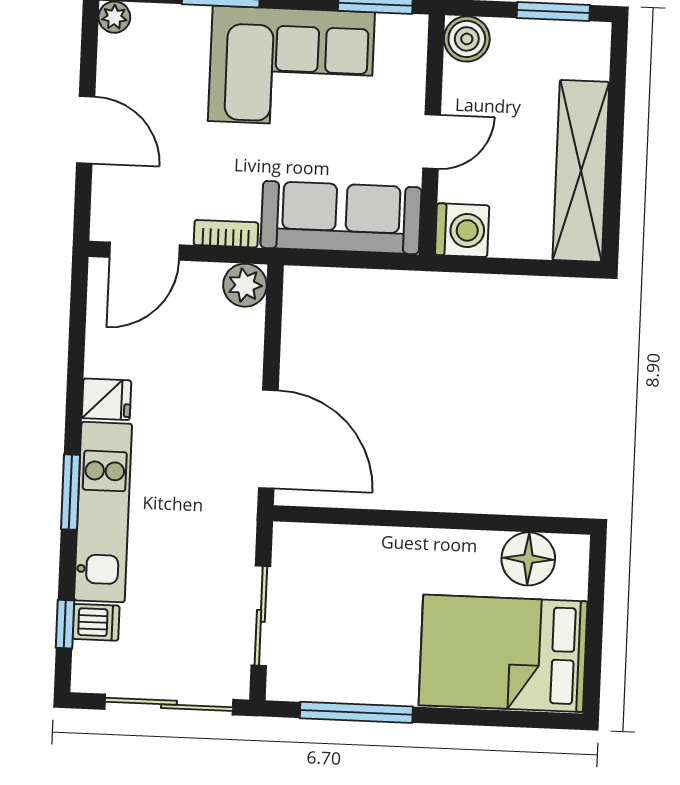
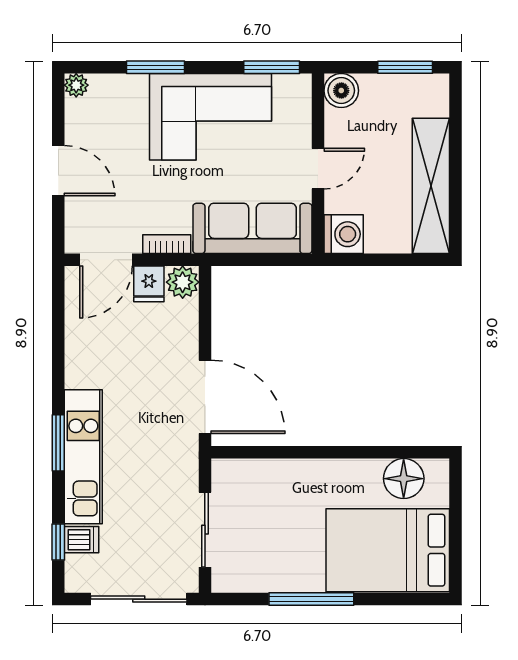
fridge: (106, 399) -> (149, 284), moved, turned 90
window: (356, 712) -> (311, 599), moved

